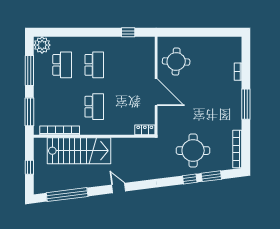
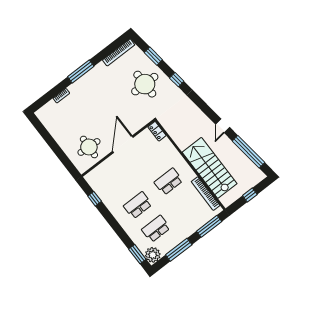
window: (53, 32) -> (137, 254), added
window: (190, 179) -> (177, 80), moved
door: (119, 188) -> (223, 126), moved

